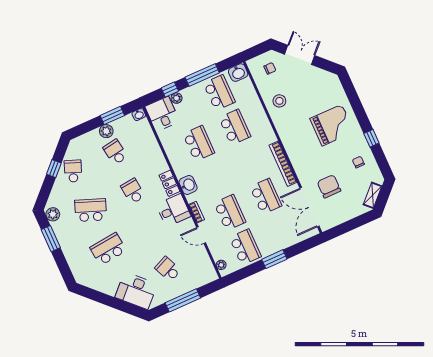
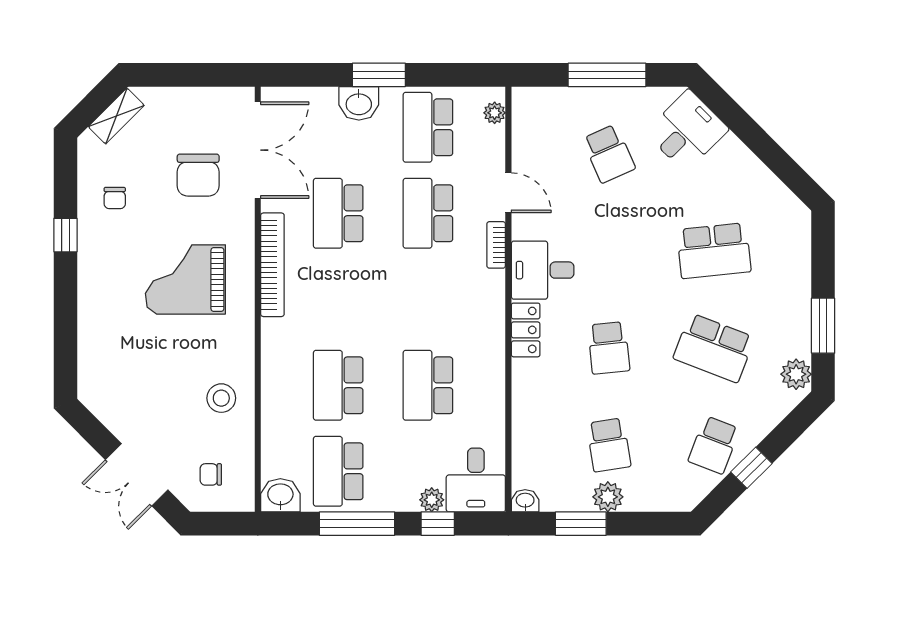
grand piano: (332, 125) -> (185, 279), moved
washbasin: (188, 185) -> (359, 103), moved, turned -90
desk: (136, 291) -> (687, 131), width x0.73

